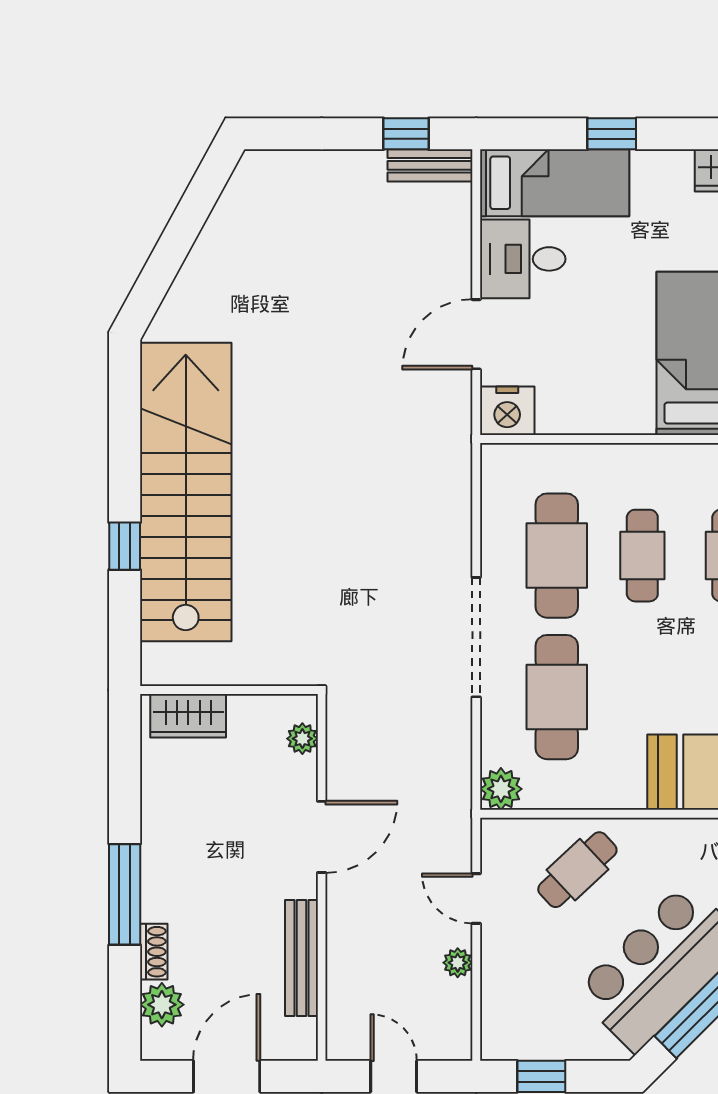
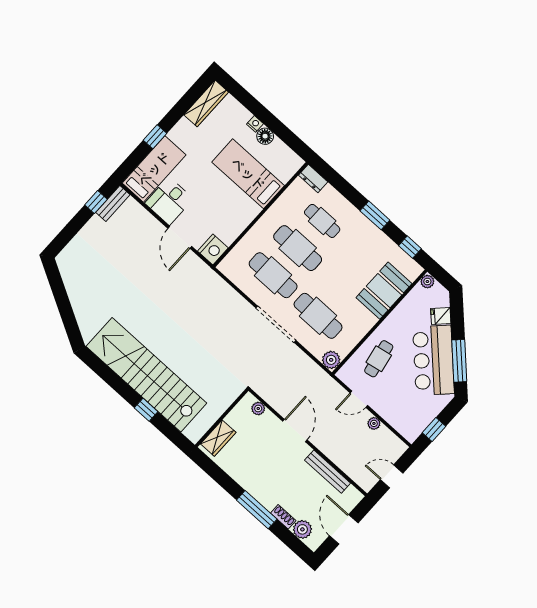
cafe table: (642, 556) -> (298, 248), width x1.37, depth x1.35
cafe table: (577, 870) -> (379, 359), turned 32

